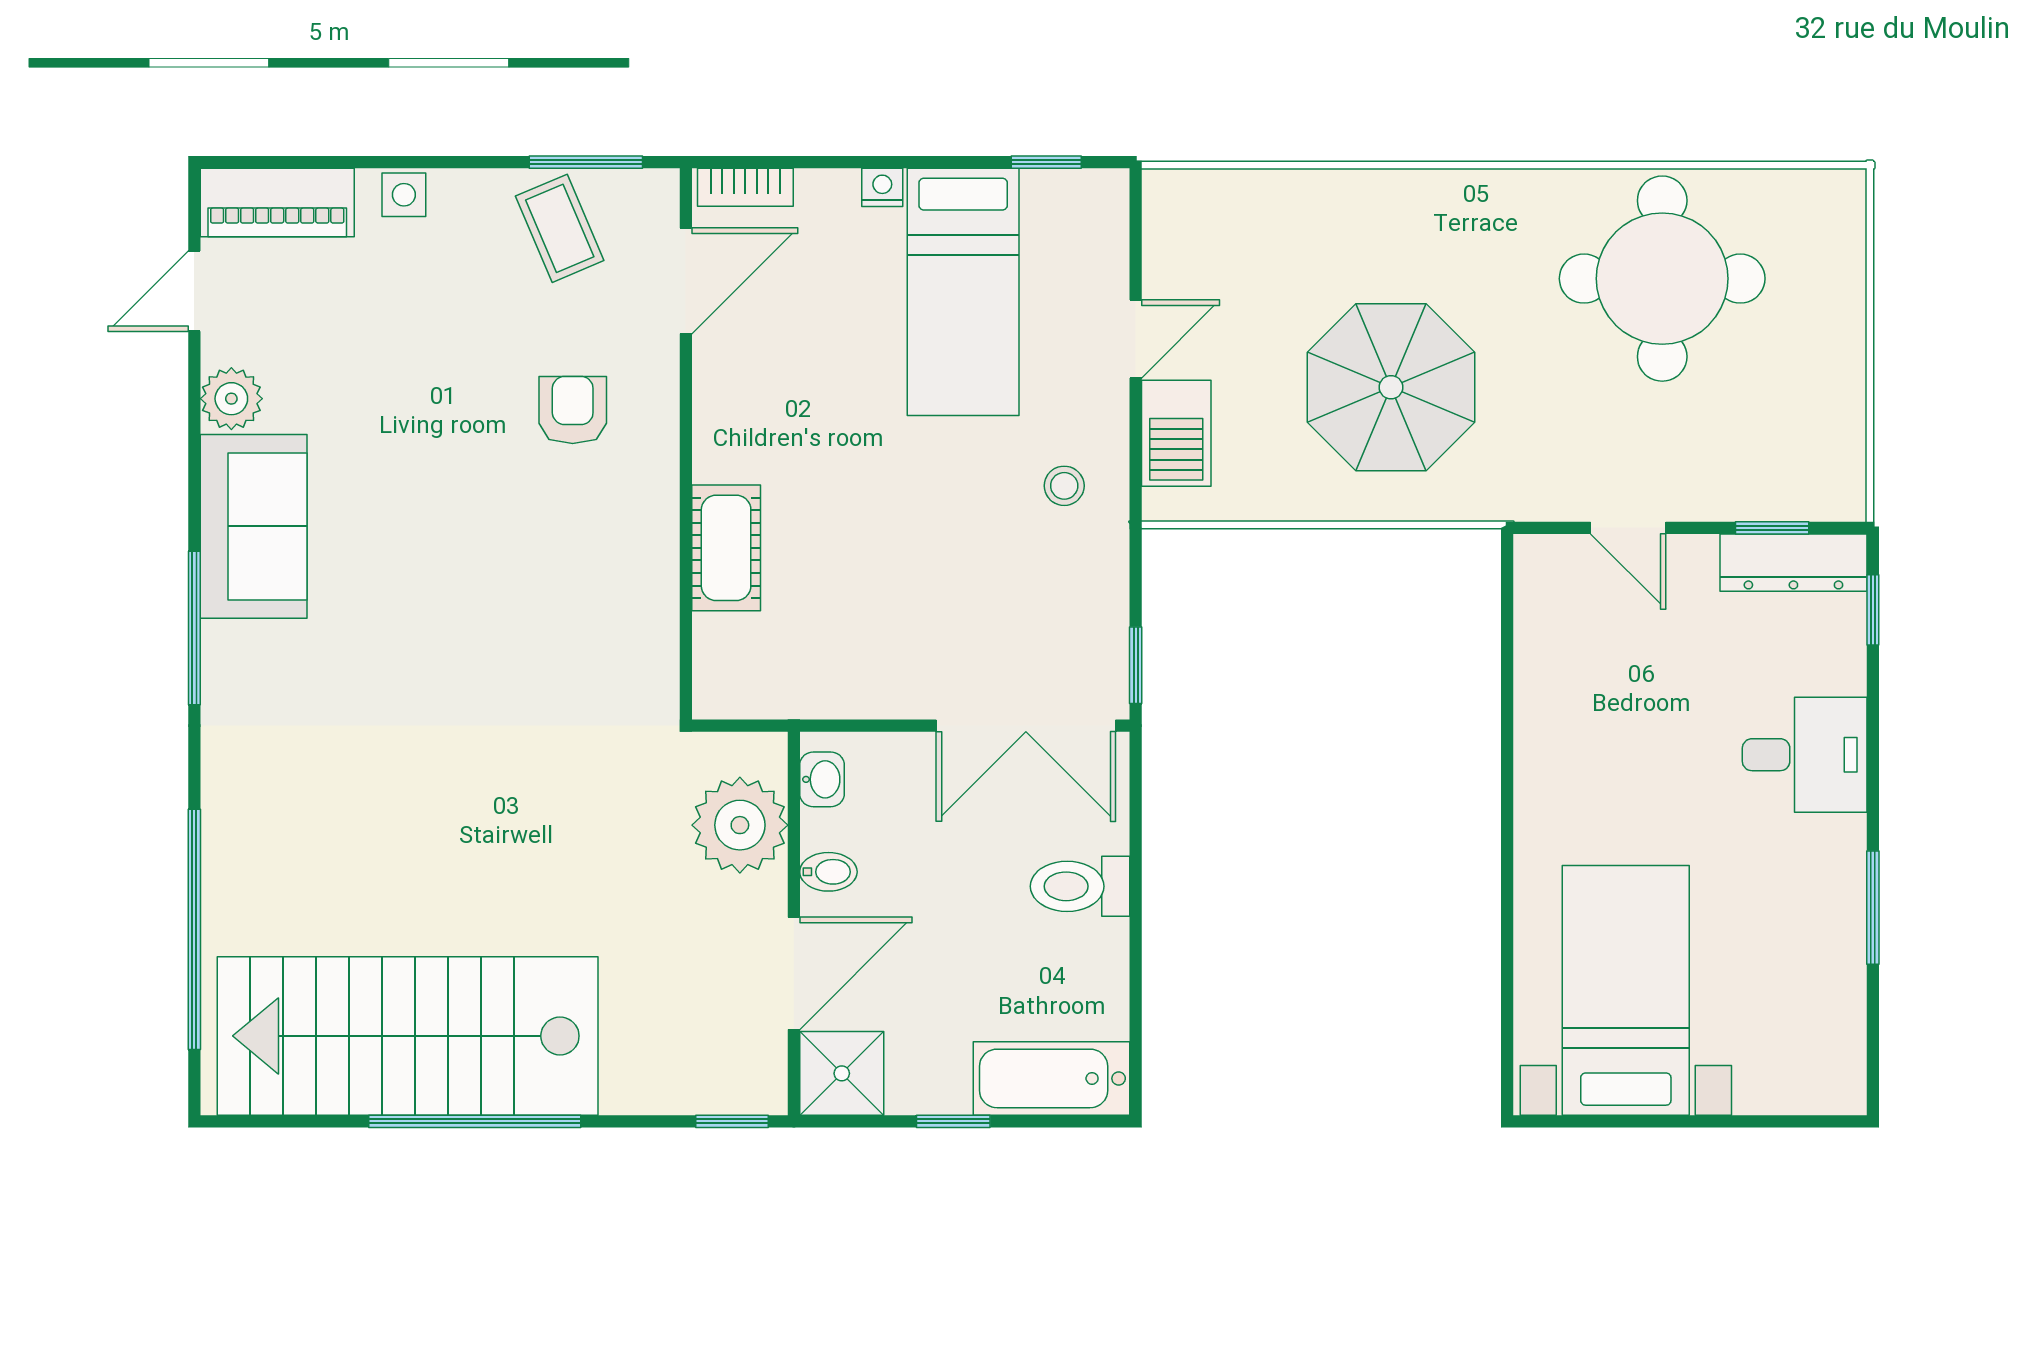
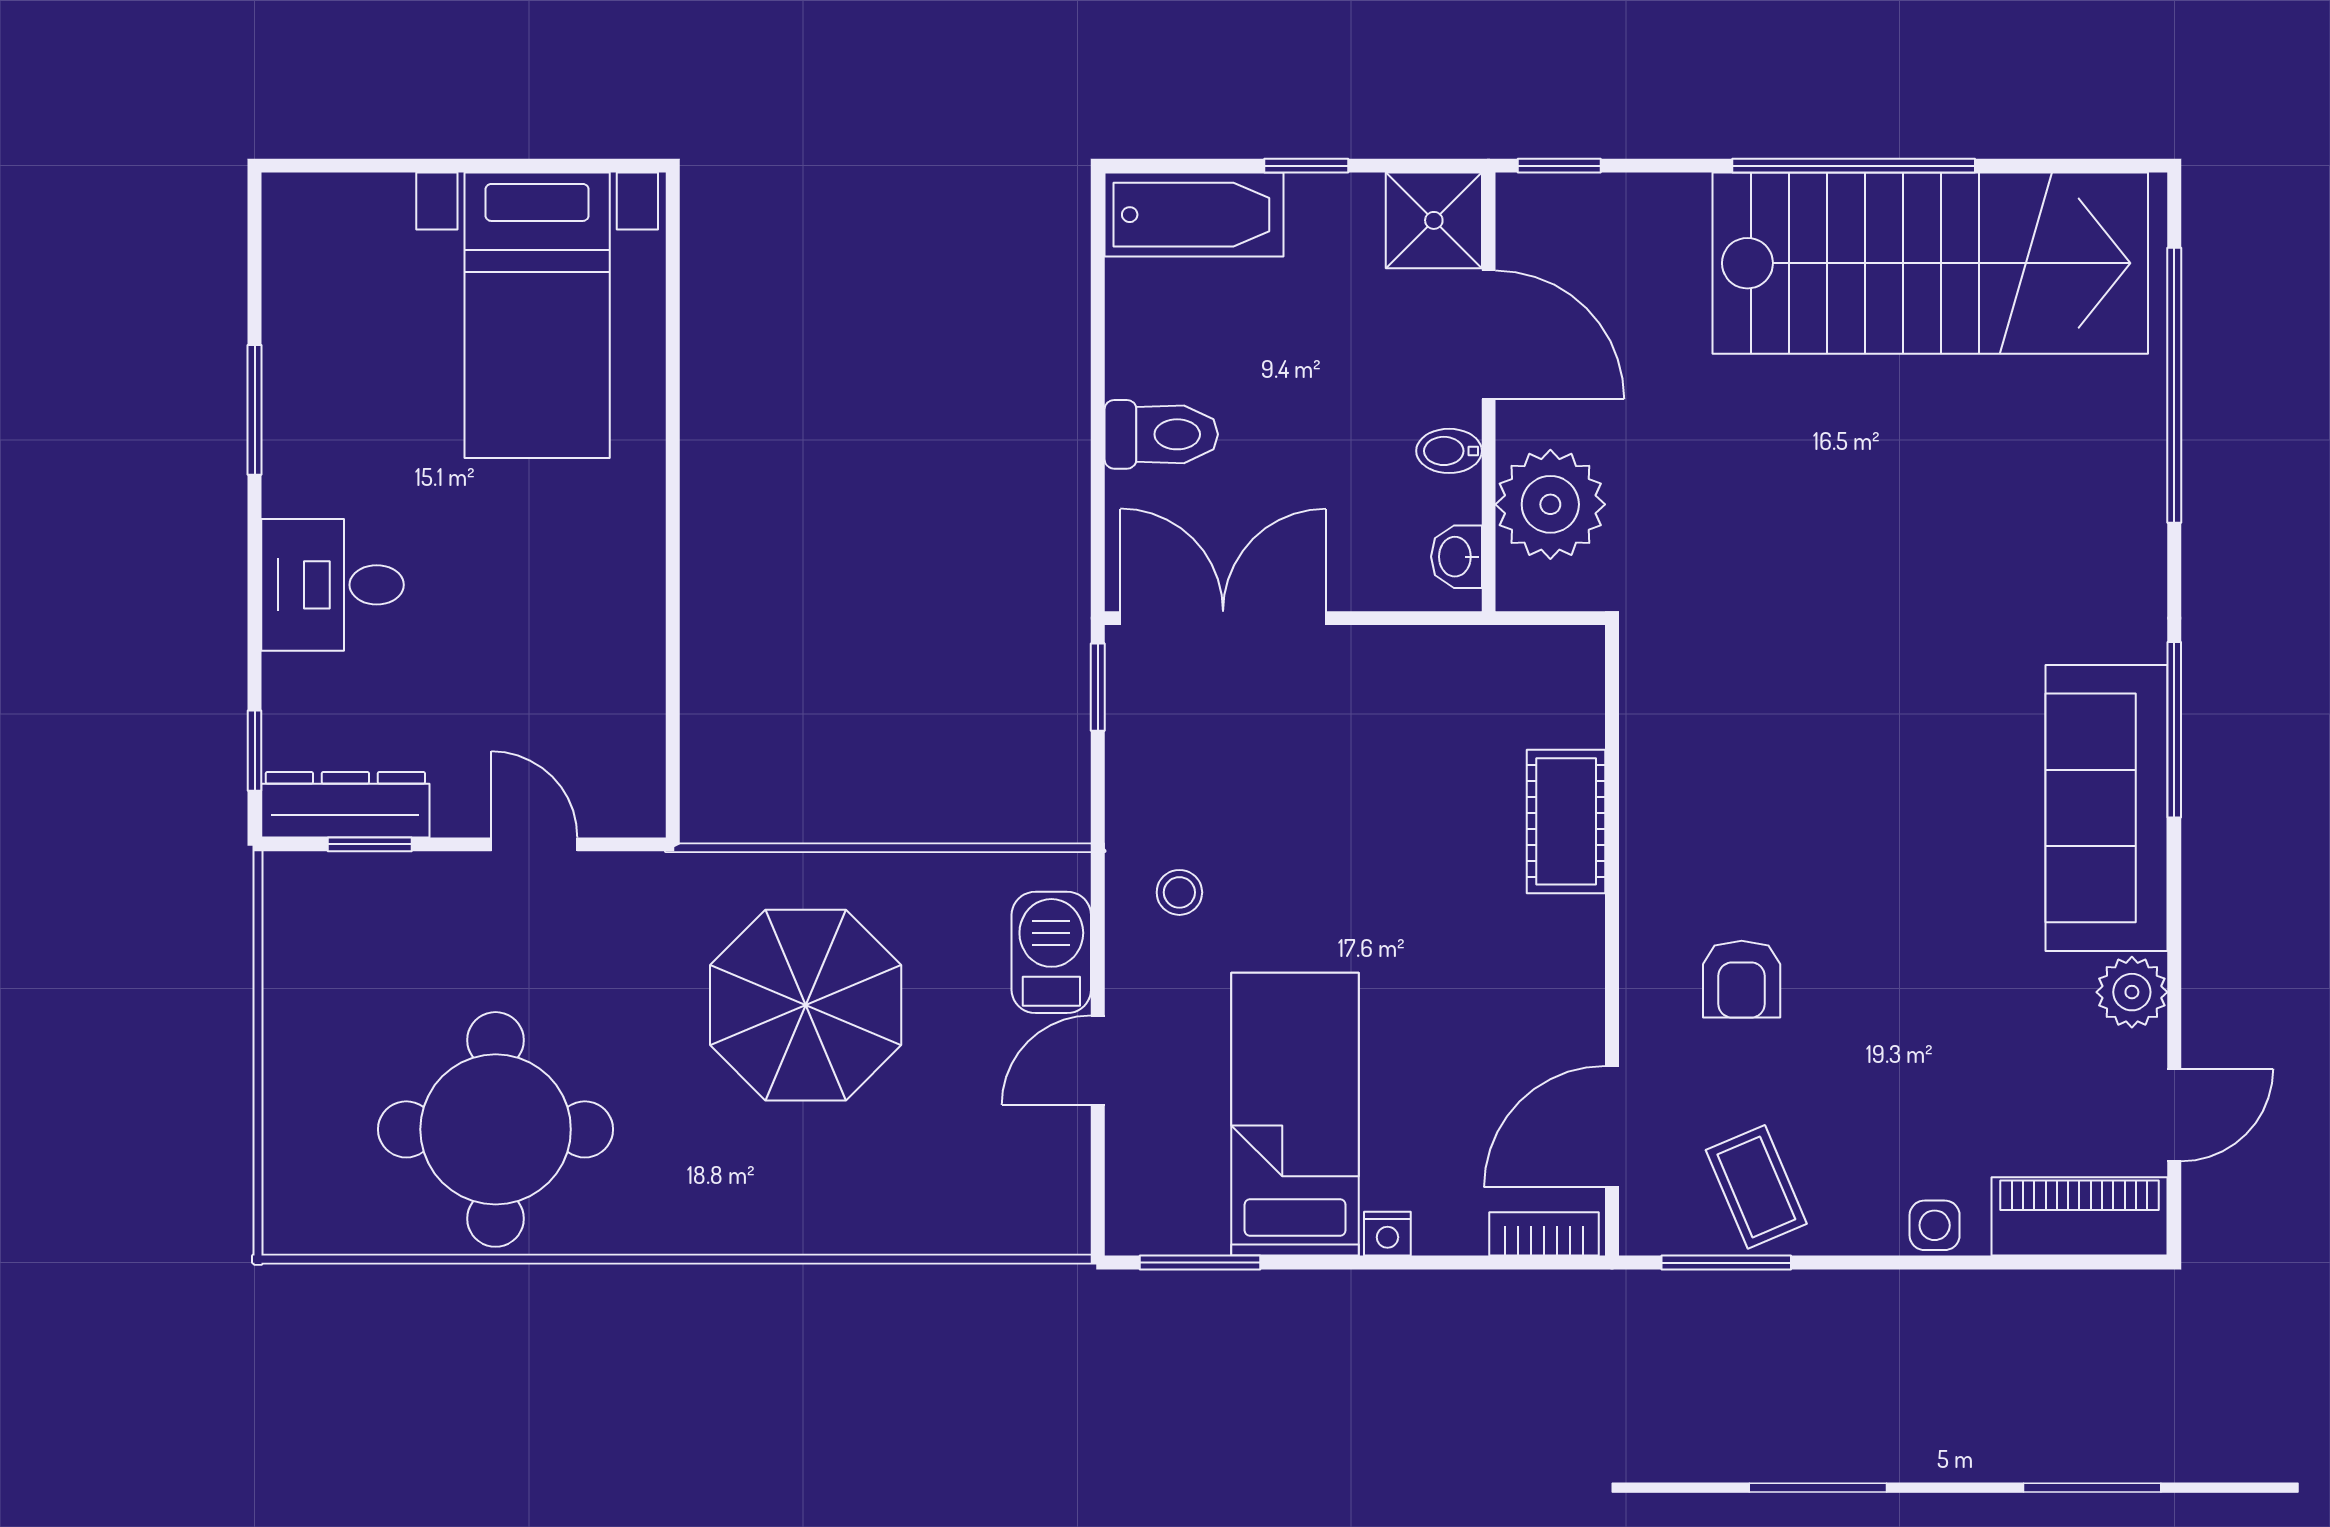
window: (1046, 162) -> (1200, 1263), width x1.50
sofa: (254, 526) -> (2107, 808), width x1.36
door: (794, 973) -> (1489, 335), swing flipped

